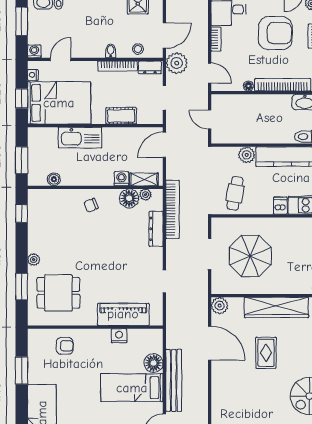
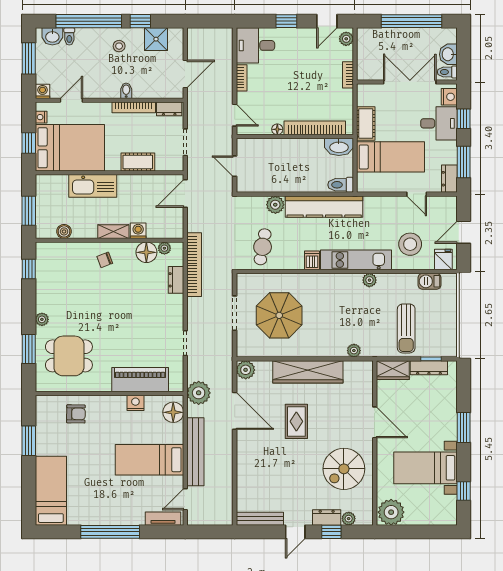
armchair: (275, 33) -> (307, 71), removed
stool: (138, 49) -> (119, 46), moved
plant: (177, 63) -> (199, 393), moved
shelving: (144, 179) -> (113, 232), moved
dresser: (156, 229) -> (176, 280), width x0.70
floor lamp: (154, 363) -> (173, 412), moved

